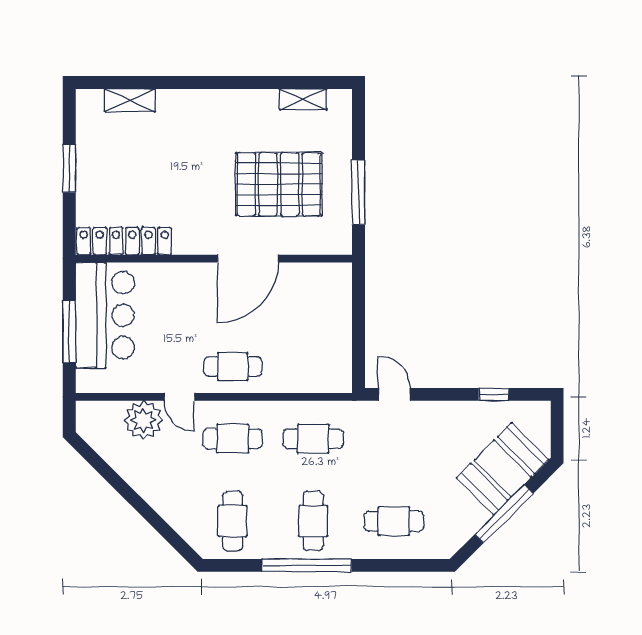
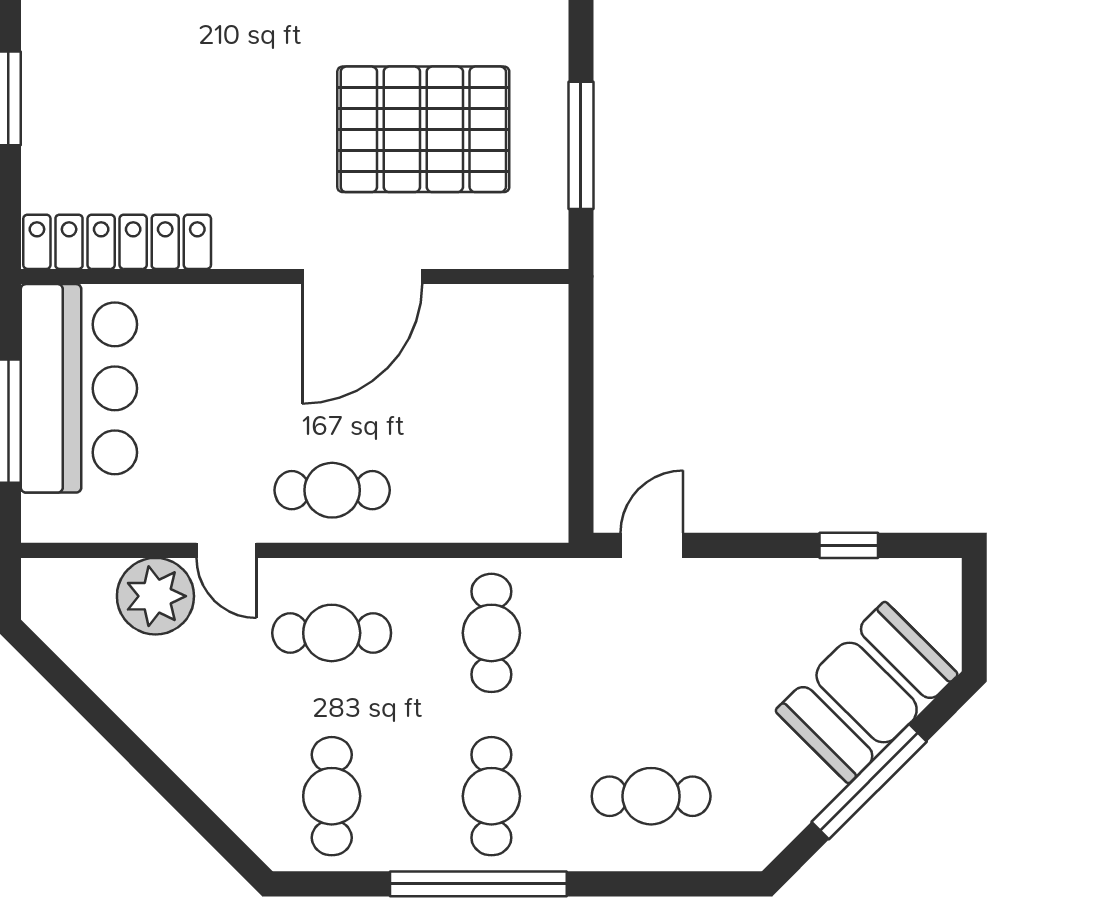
door: (394, 394) -> (652, 545), hinge flipped
cafe table: (313, 439) -> (491, 633), turned 90

